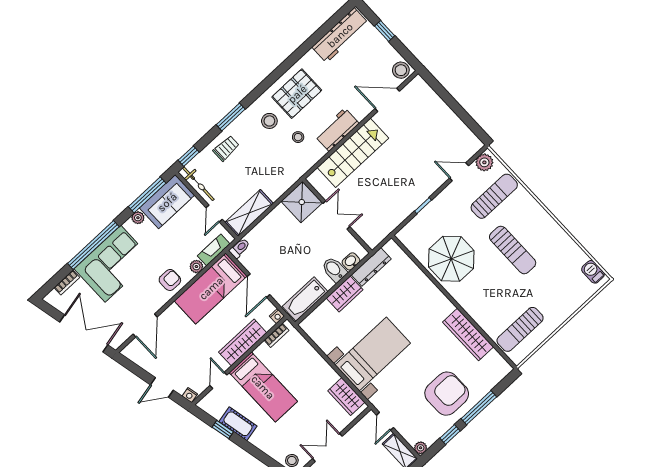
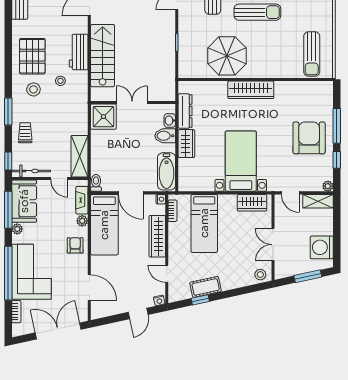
wardrobe: (468, 335) -> (251, 90), moved
bed: (263, 387) -> (204, 223), moved, turned 90

